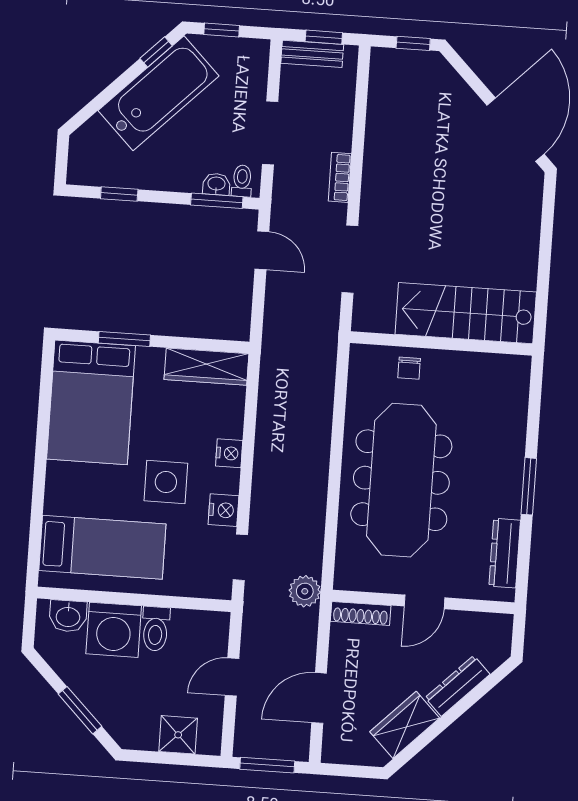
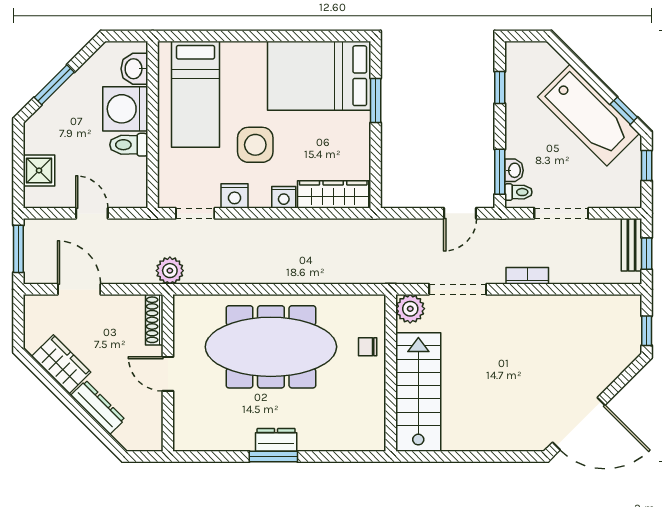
plant: (368, 316) -> (410, 309), added
wardrobe: (206, 367) -> (333, 194), moved, turned 90
dresser: (505, 553) -> (276, 440), moved, width x0.70

